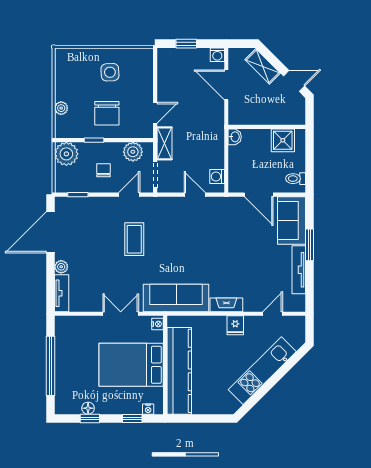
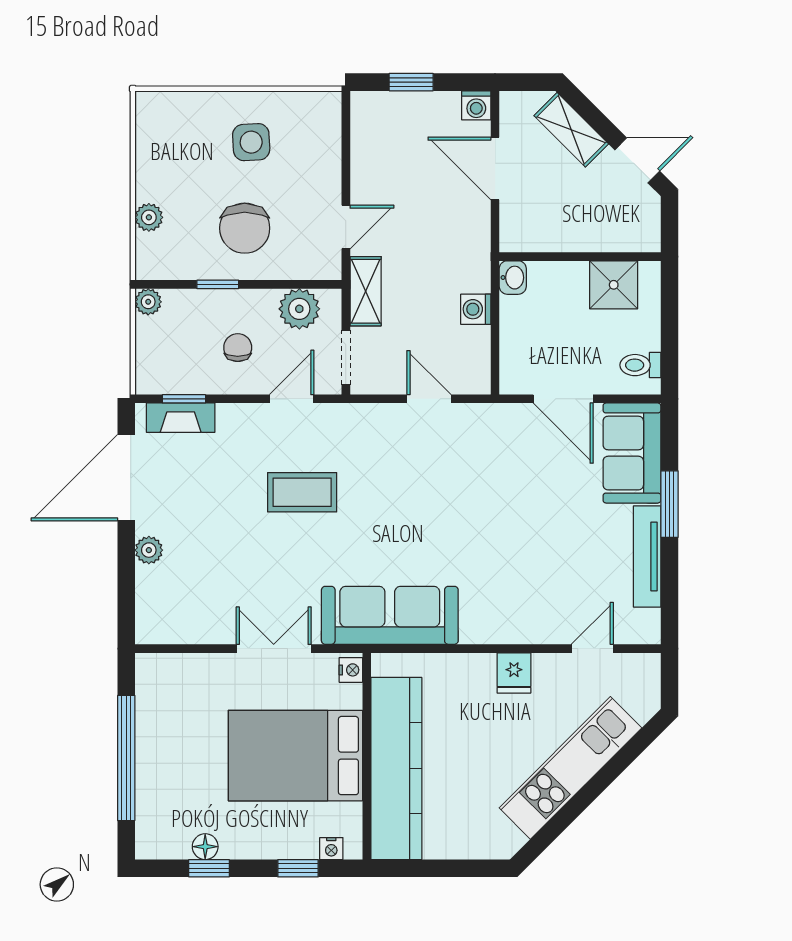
plant: (66, 154) -> (148, 302), width x0.53, depth x0.53
washing machine: (217, 177) -> (476, 309), moved
coffee table: (134, 239) -> (302, 492), turned 90
tv unit: (62, 293) -> (150, 606), removed
fireplace: (226, 305) -> (181, 418), moved, turned 180

